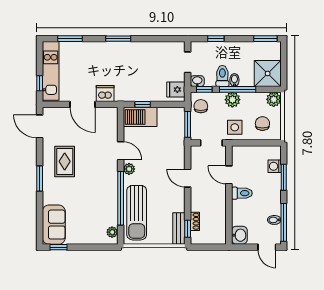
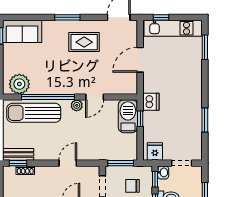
window: (118, 39) -> (205, 120), moved
dishwasher: (105, 93) -> (151, 102), moved
chair: (201, 106) -> (132, 186), moved, turned 180
plant: (112, 232) -> (19, 84), width x1.87, depth x1.87

